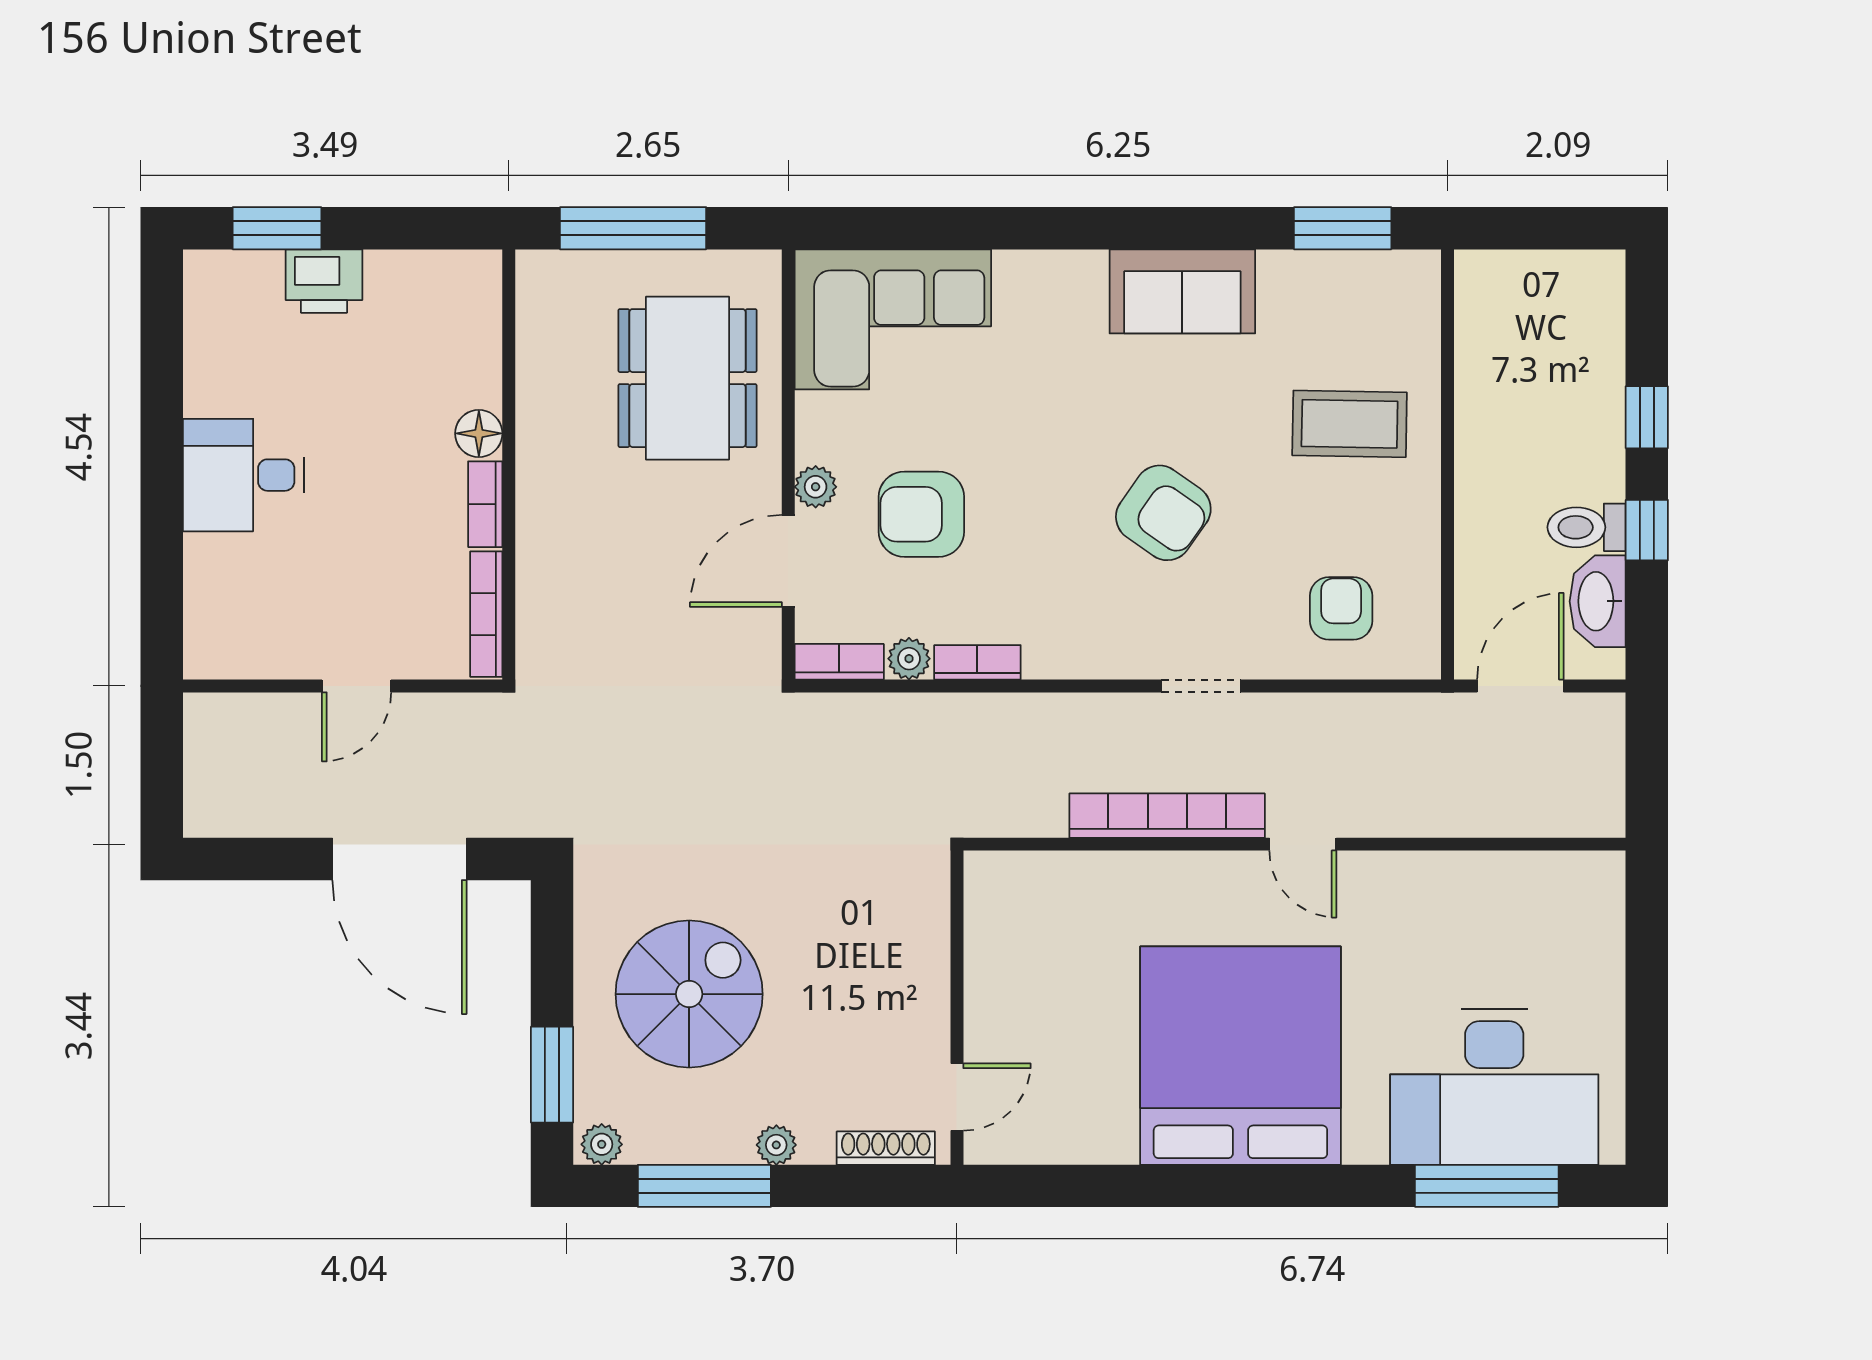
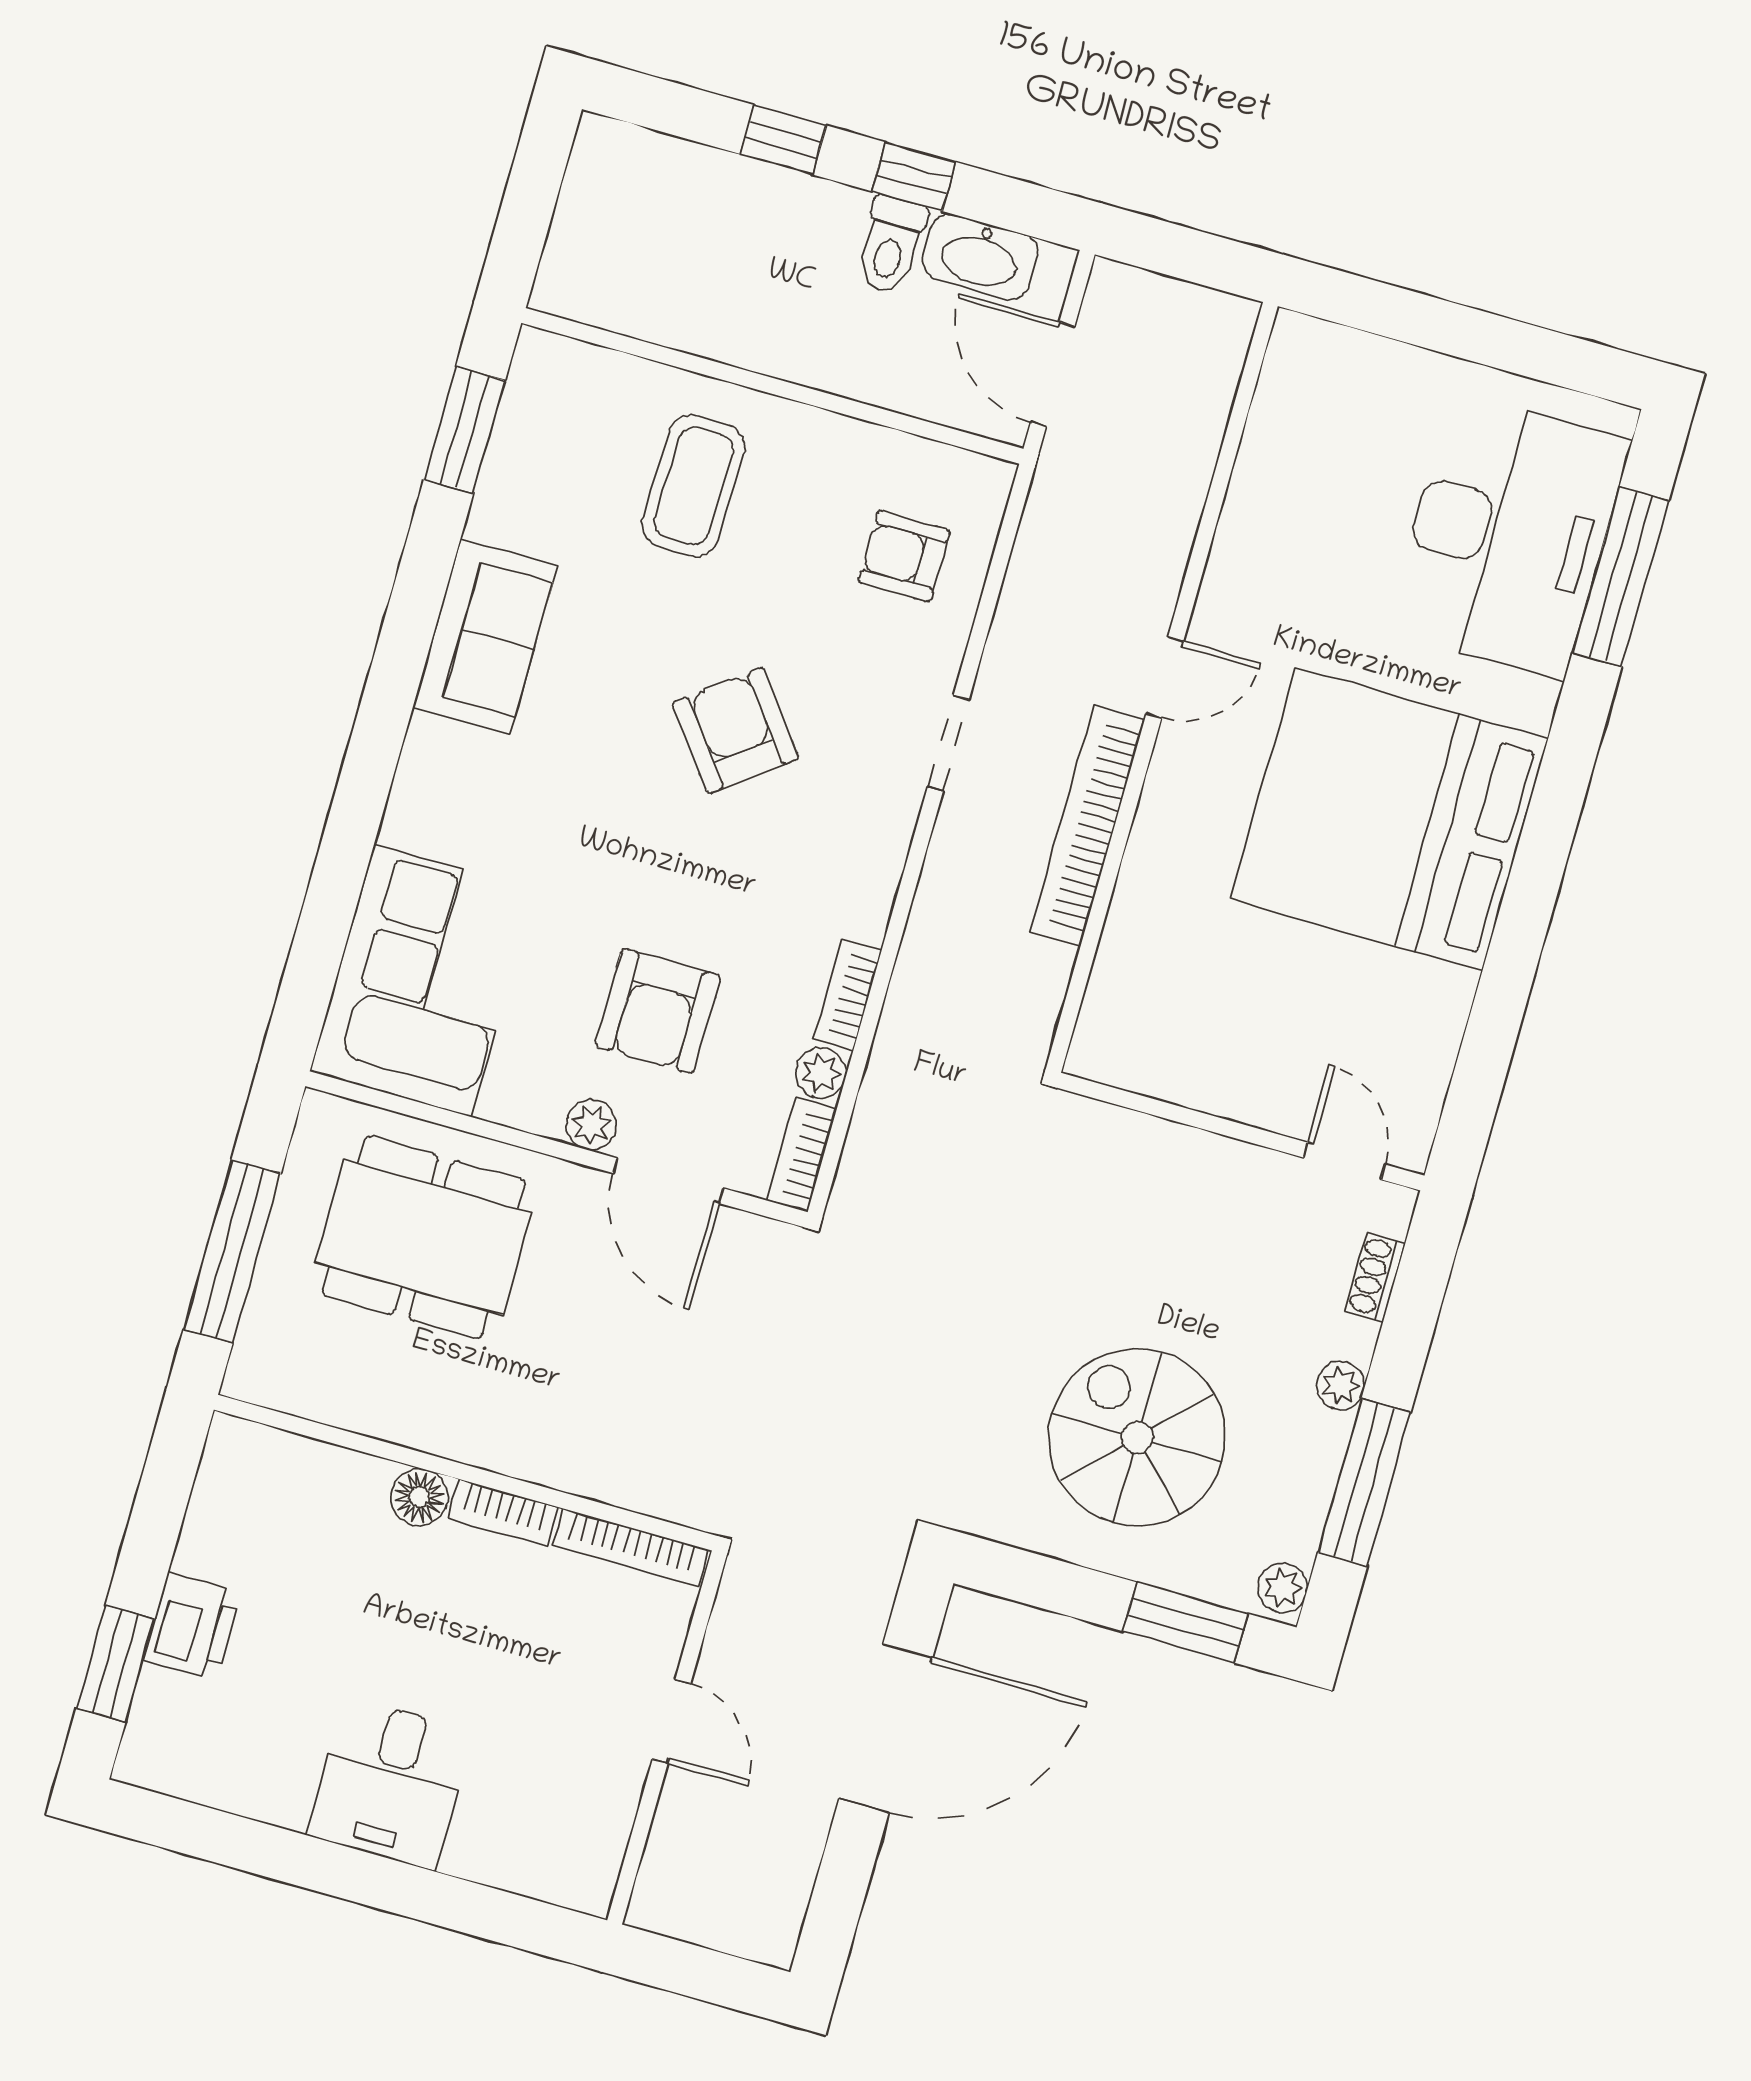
armchair: (1163, 513) -> (735, 731), turned -72
shoe rack: (886, 1148) -> (1375, 1277), width x0.70

